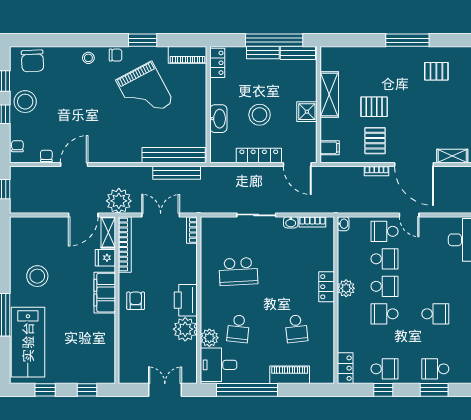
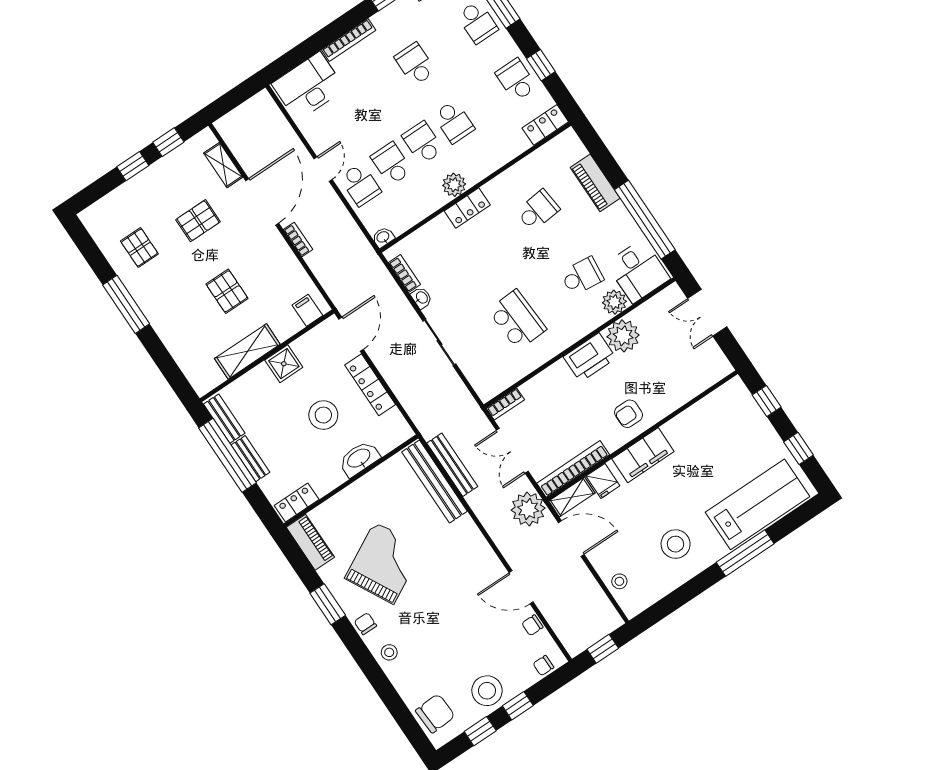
pallet: (375, 141) -> (198, 221), moved
stool: (38, 227) -> (619, 581), added

